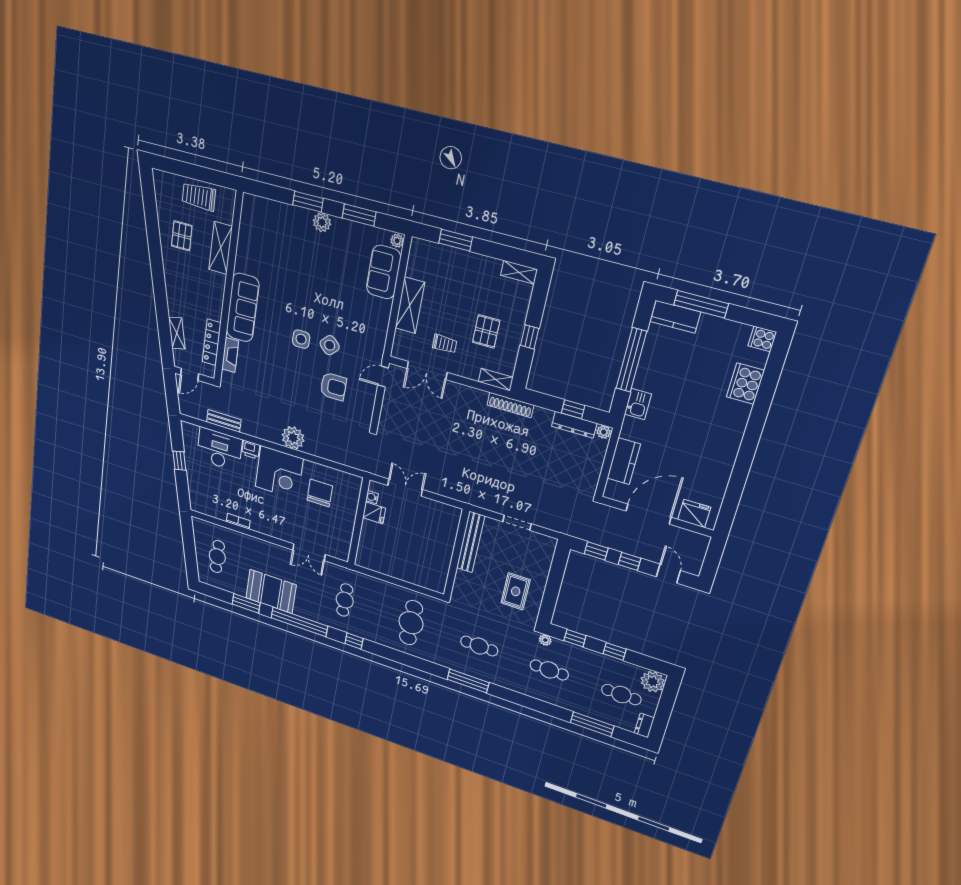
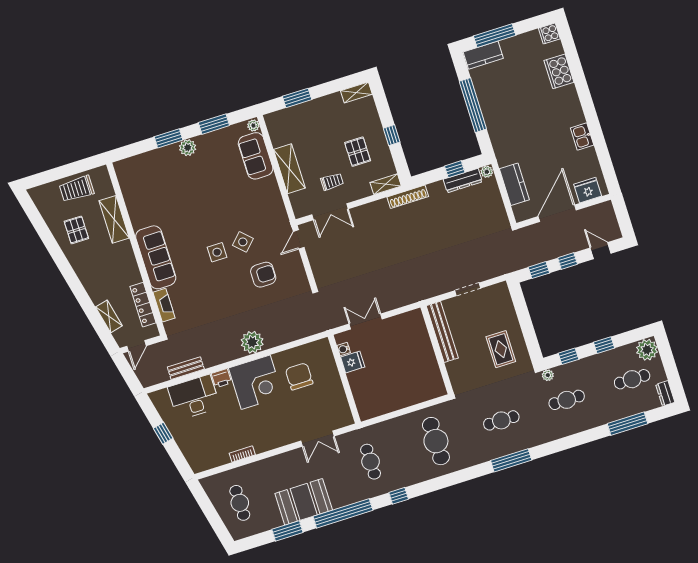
kitchen sink: (638, 404) -> (582, 136), moved, turned 180

